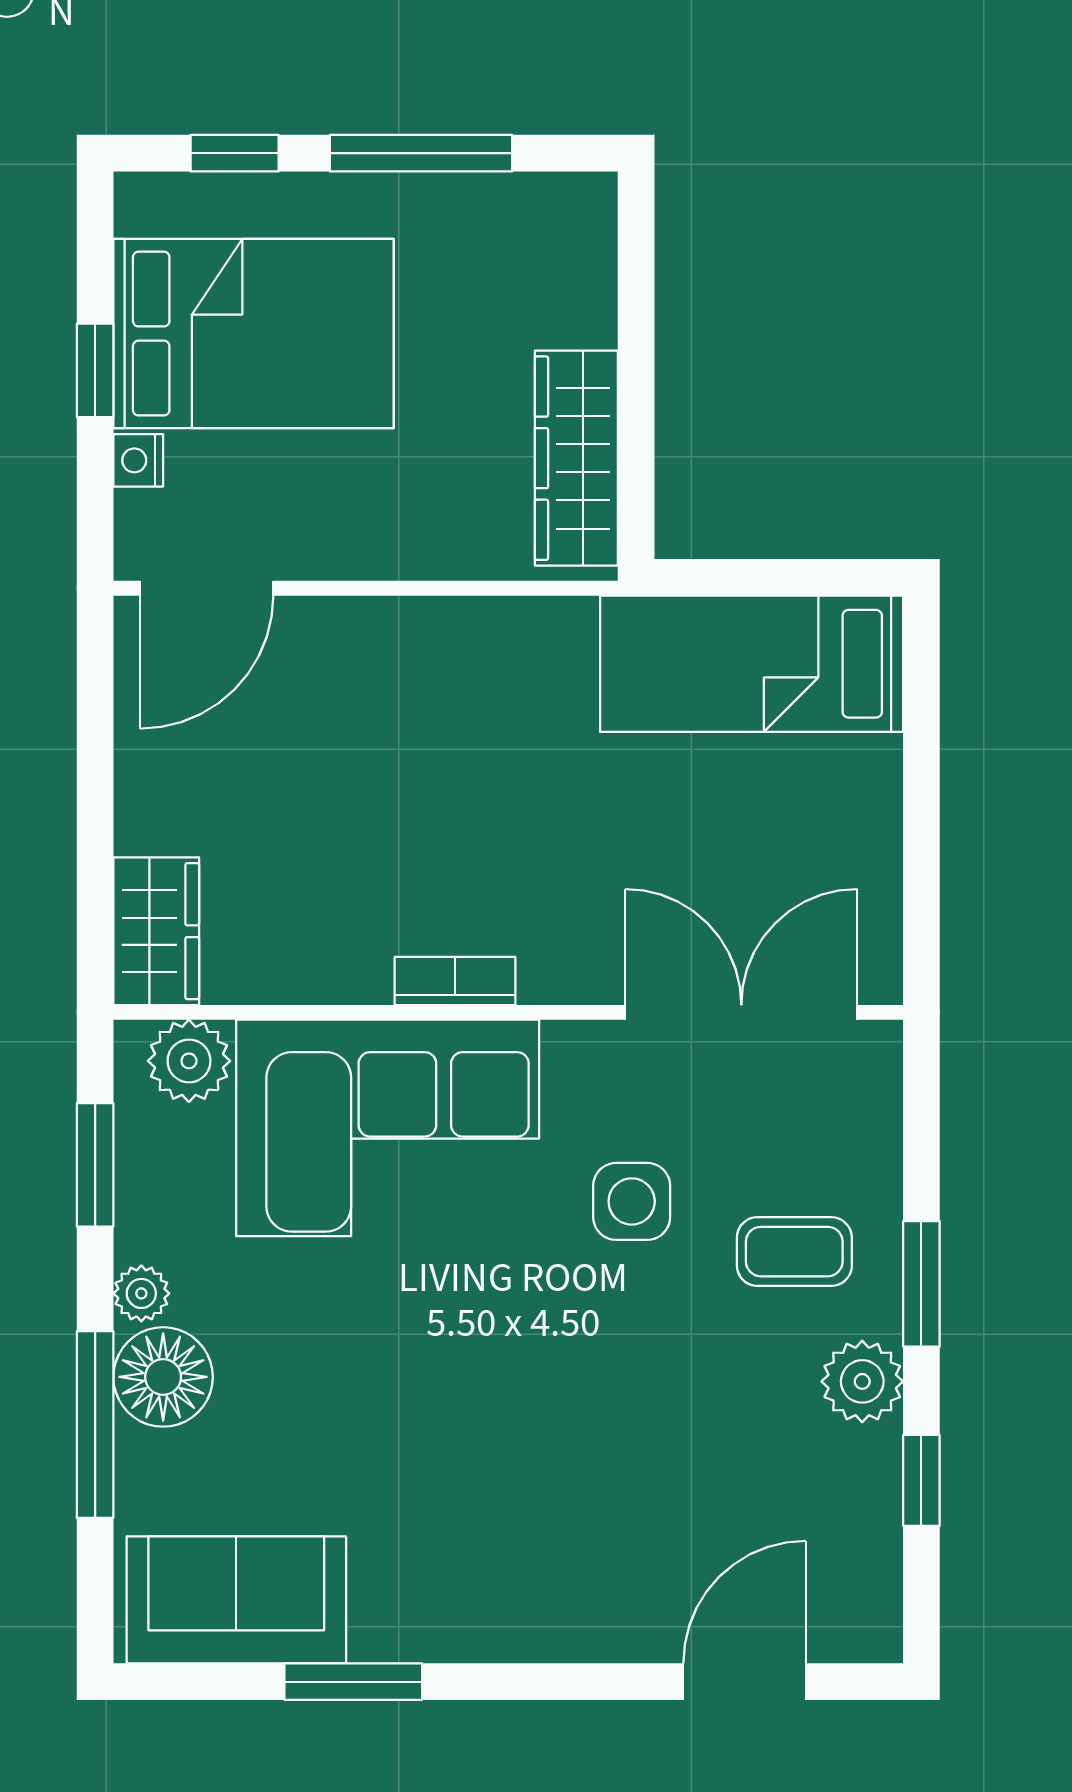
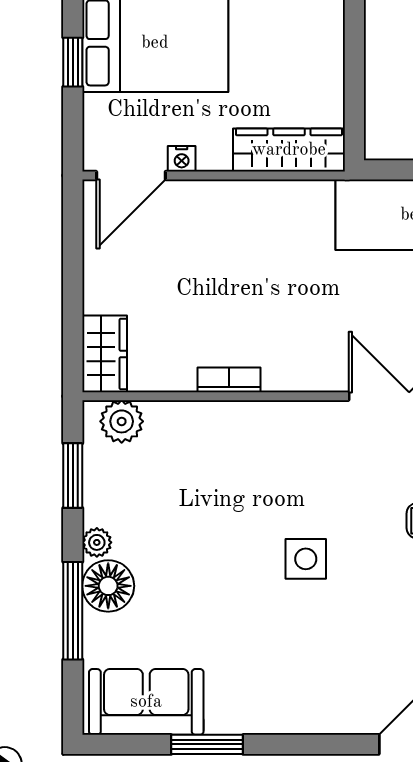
wardrobe: (576, 458) -> (289, 150), moved, turned 90
nightstand: (138, 460) -> (182, 159), moved, turned -90
bookcase: (455, 981) -> (229, 380), moved
corner sofa: (388, 1128) -> (225, 456), removed
side table: (632, 1201) -> (306, 559), moved

